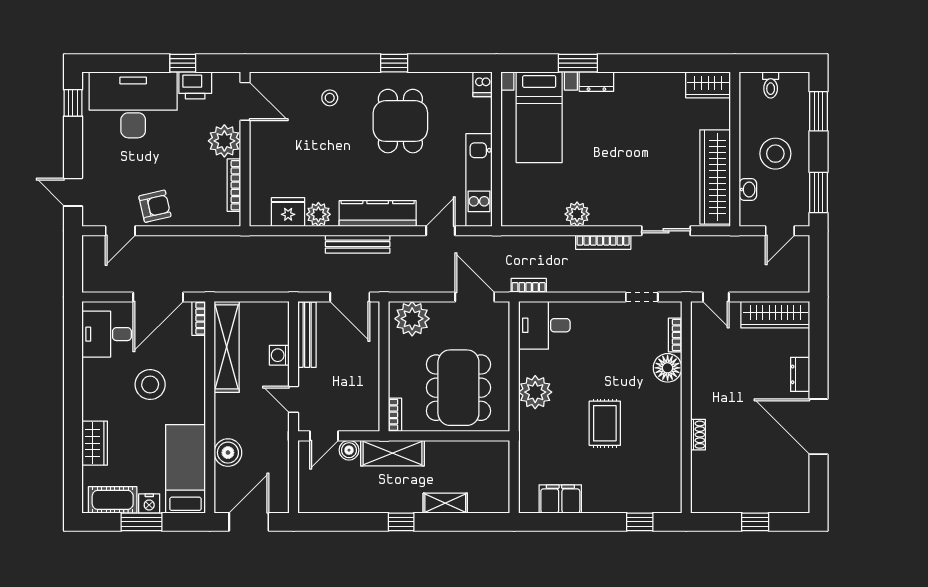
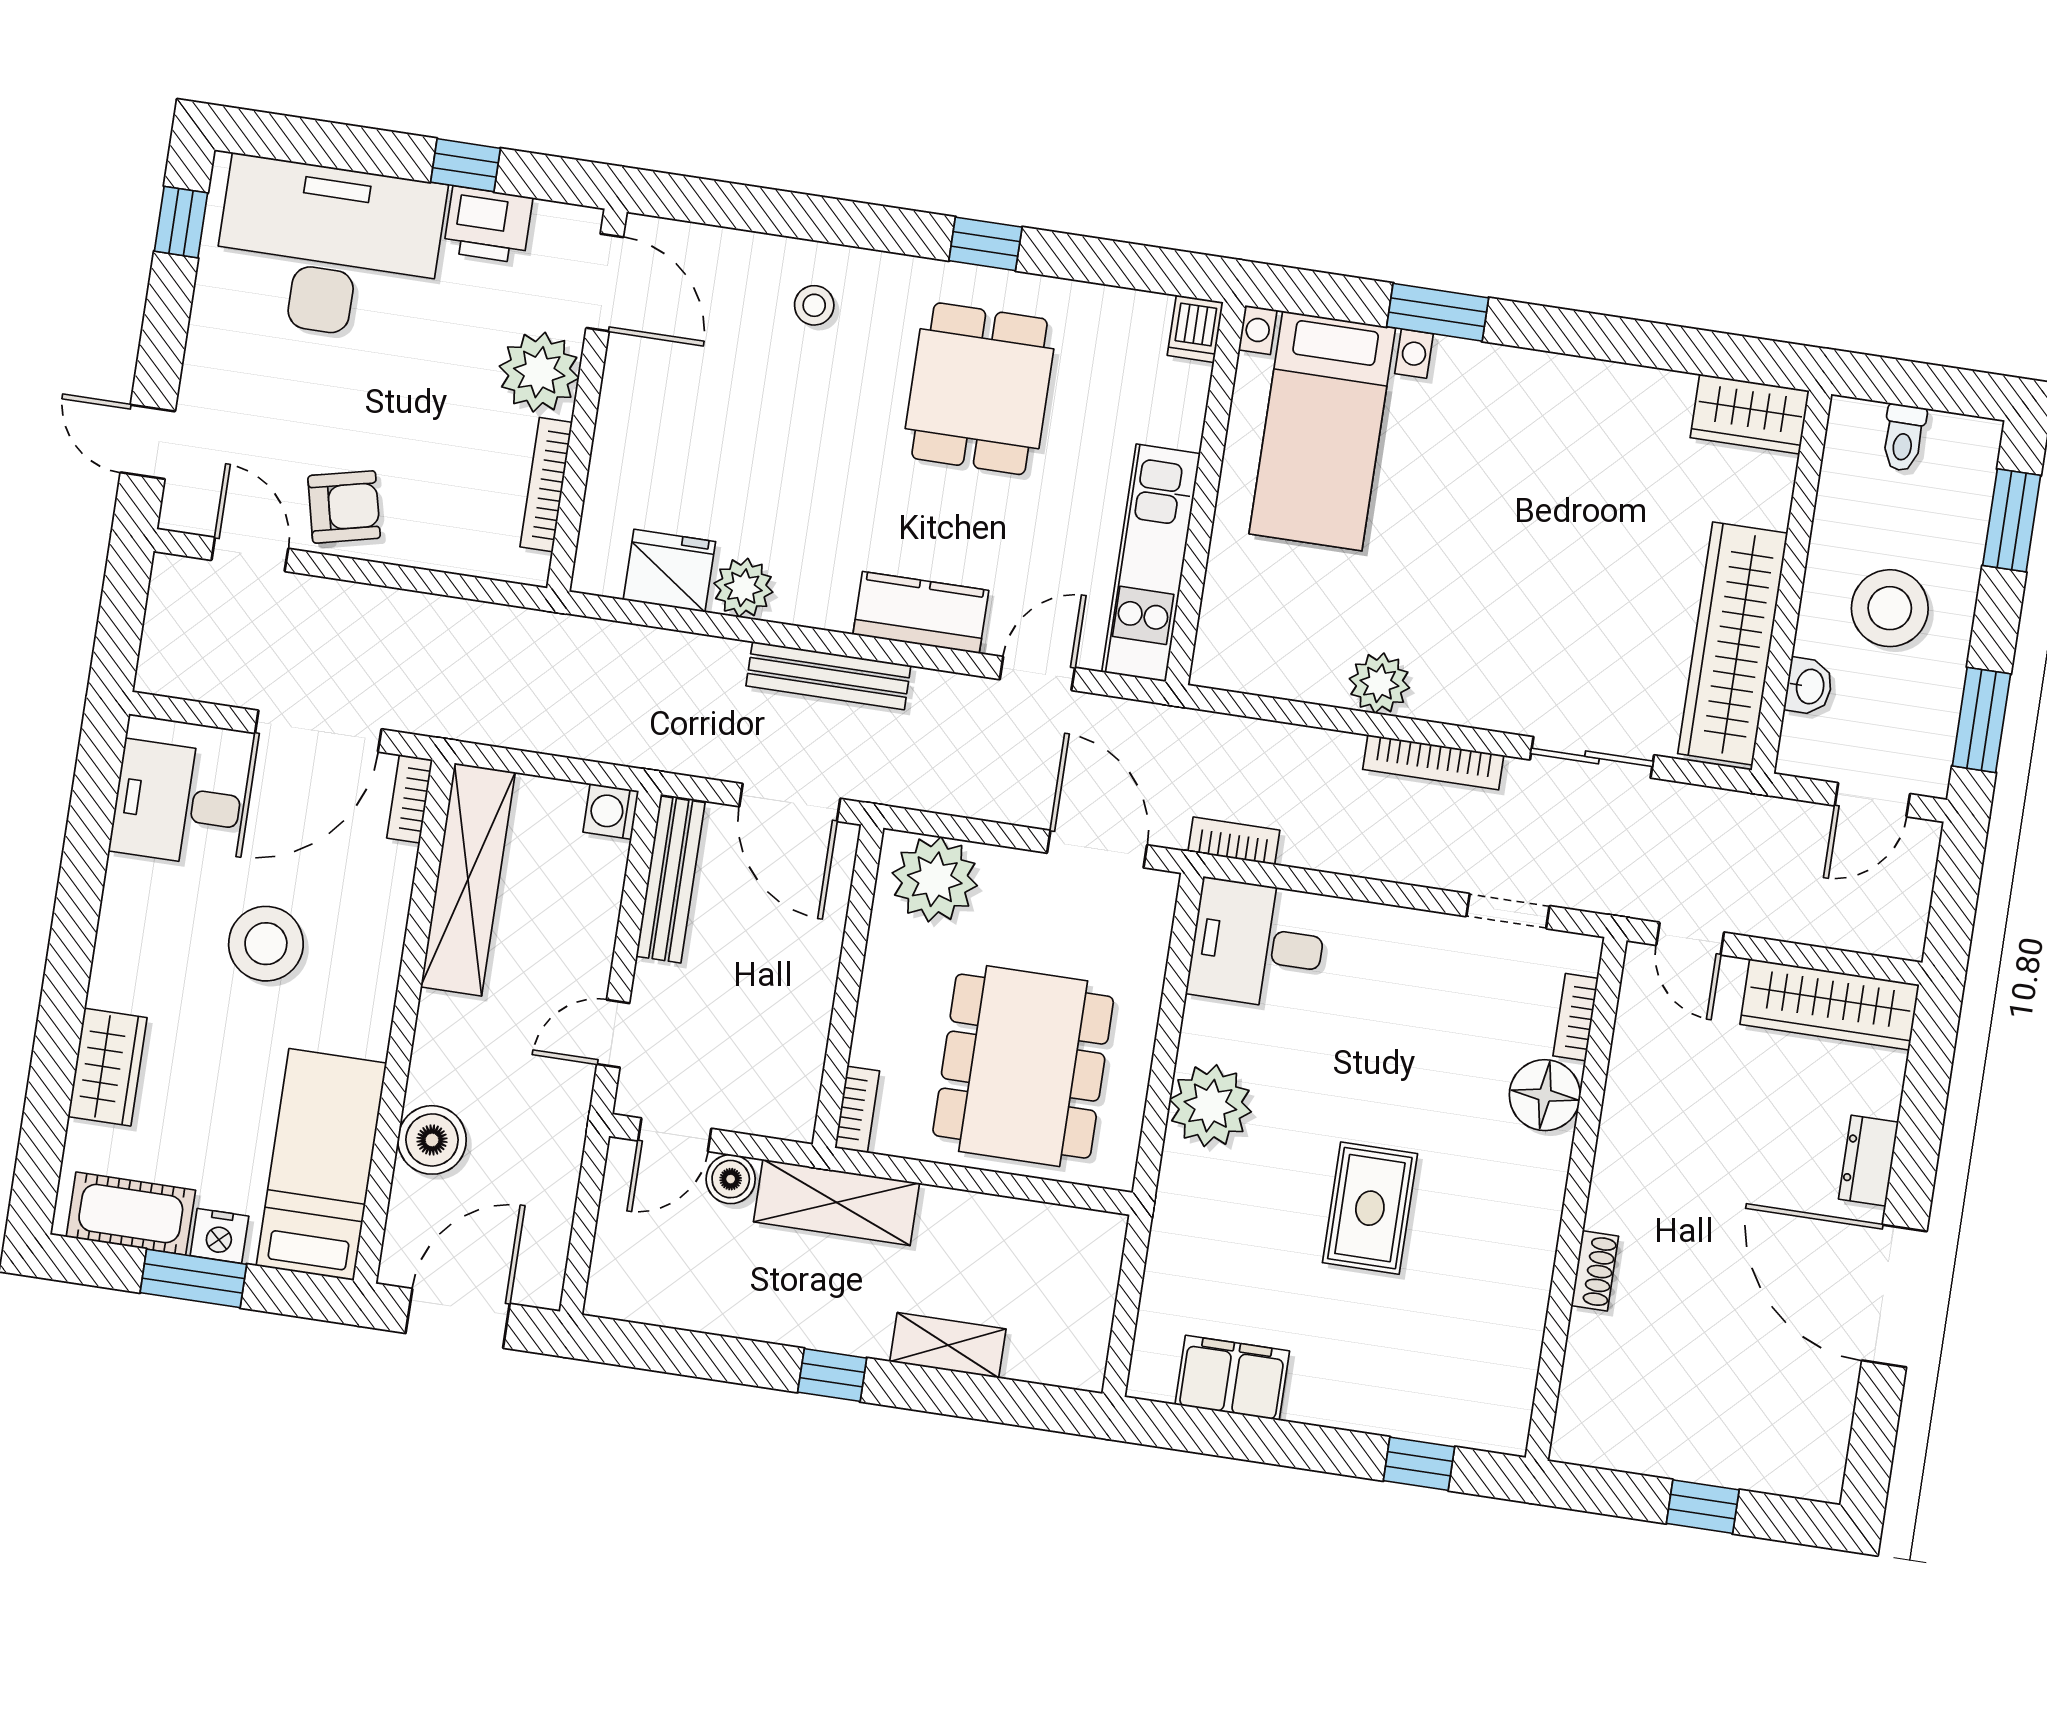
dresser: (596, 82) -> (1476, 365), removed
kitchen counter: (378, 214) -> (921, 612), width x0.67
door: (120, 231) -> (250, 554), swing flipped
washing machine: (279, 355) -> (611, 811), moved
door: (294, 399) -> (613, 1034), hinge flipped

